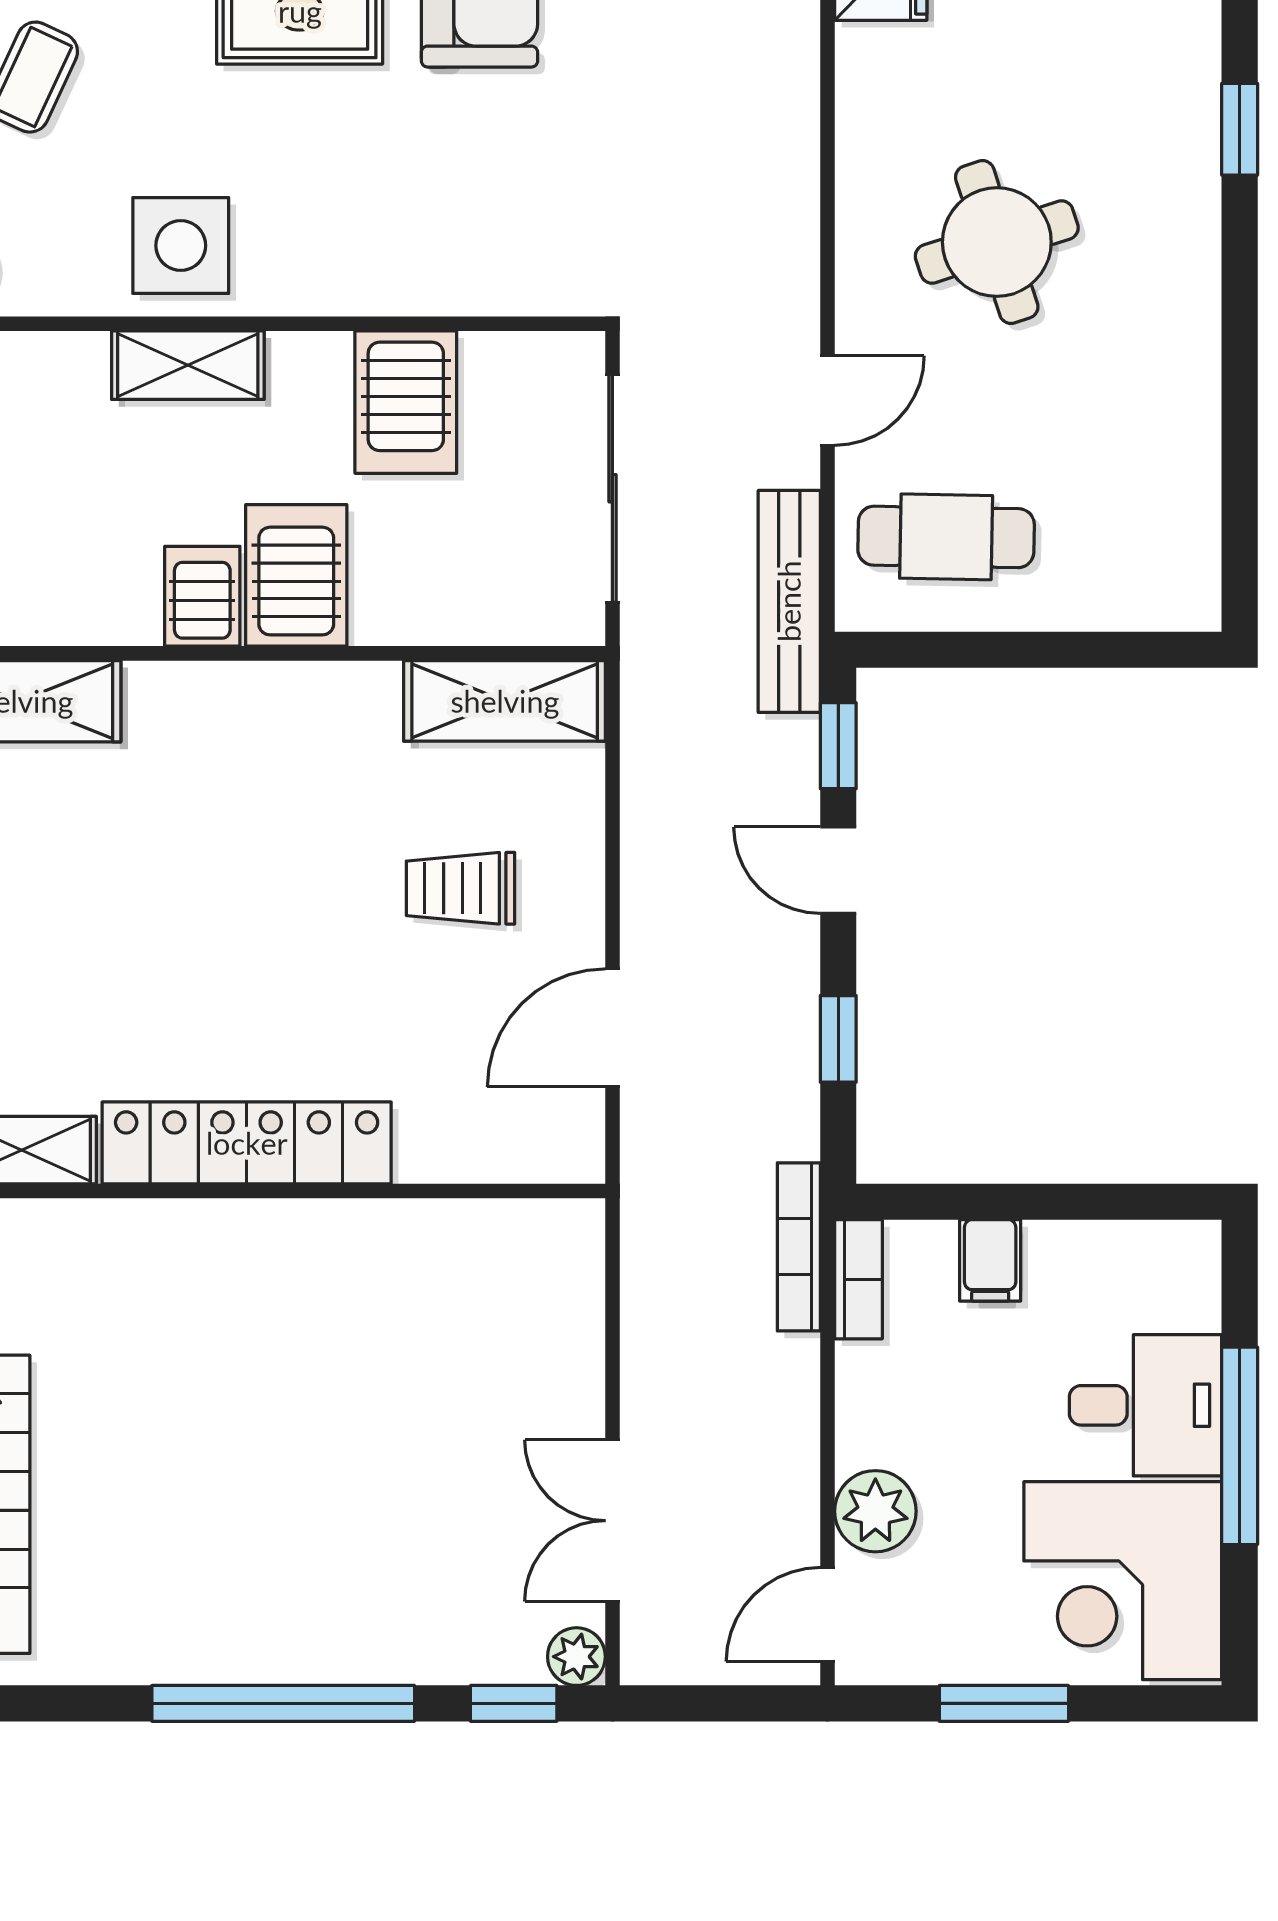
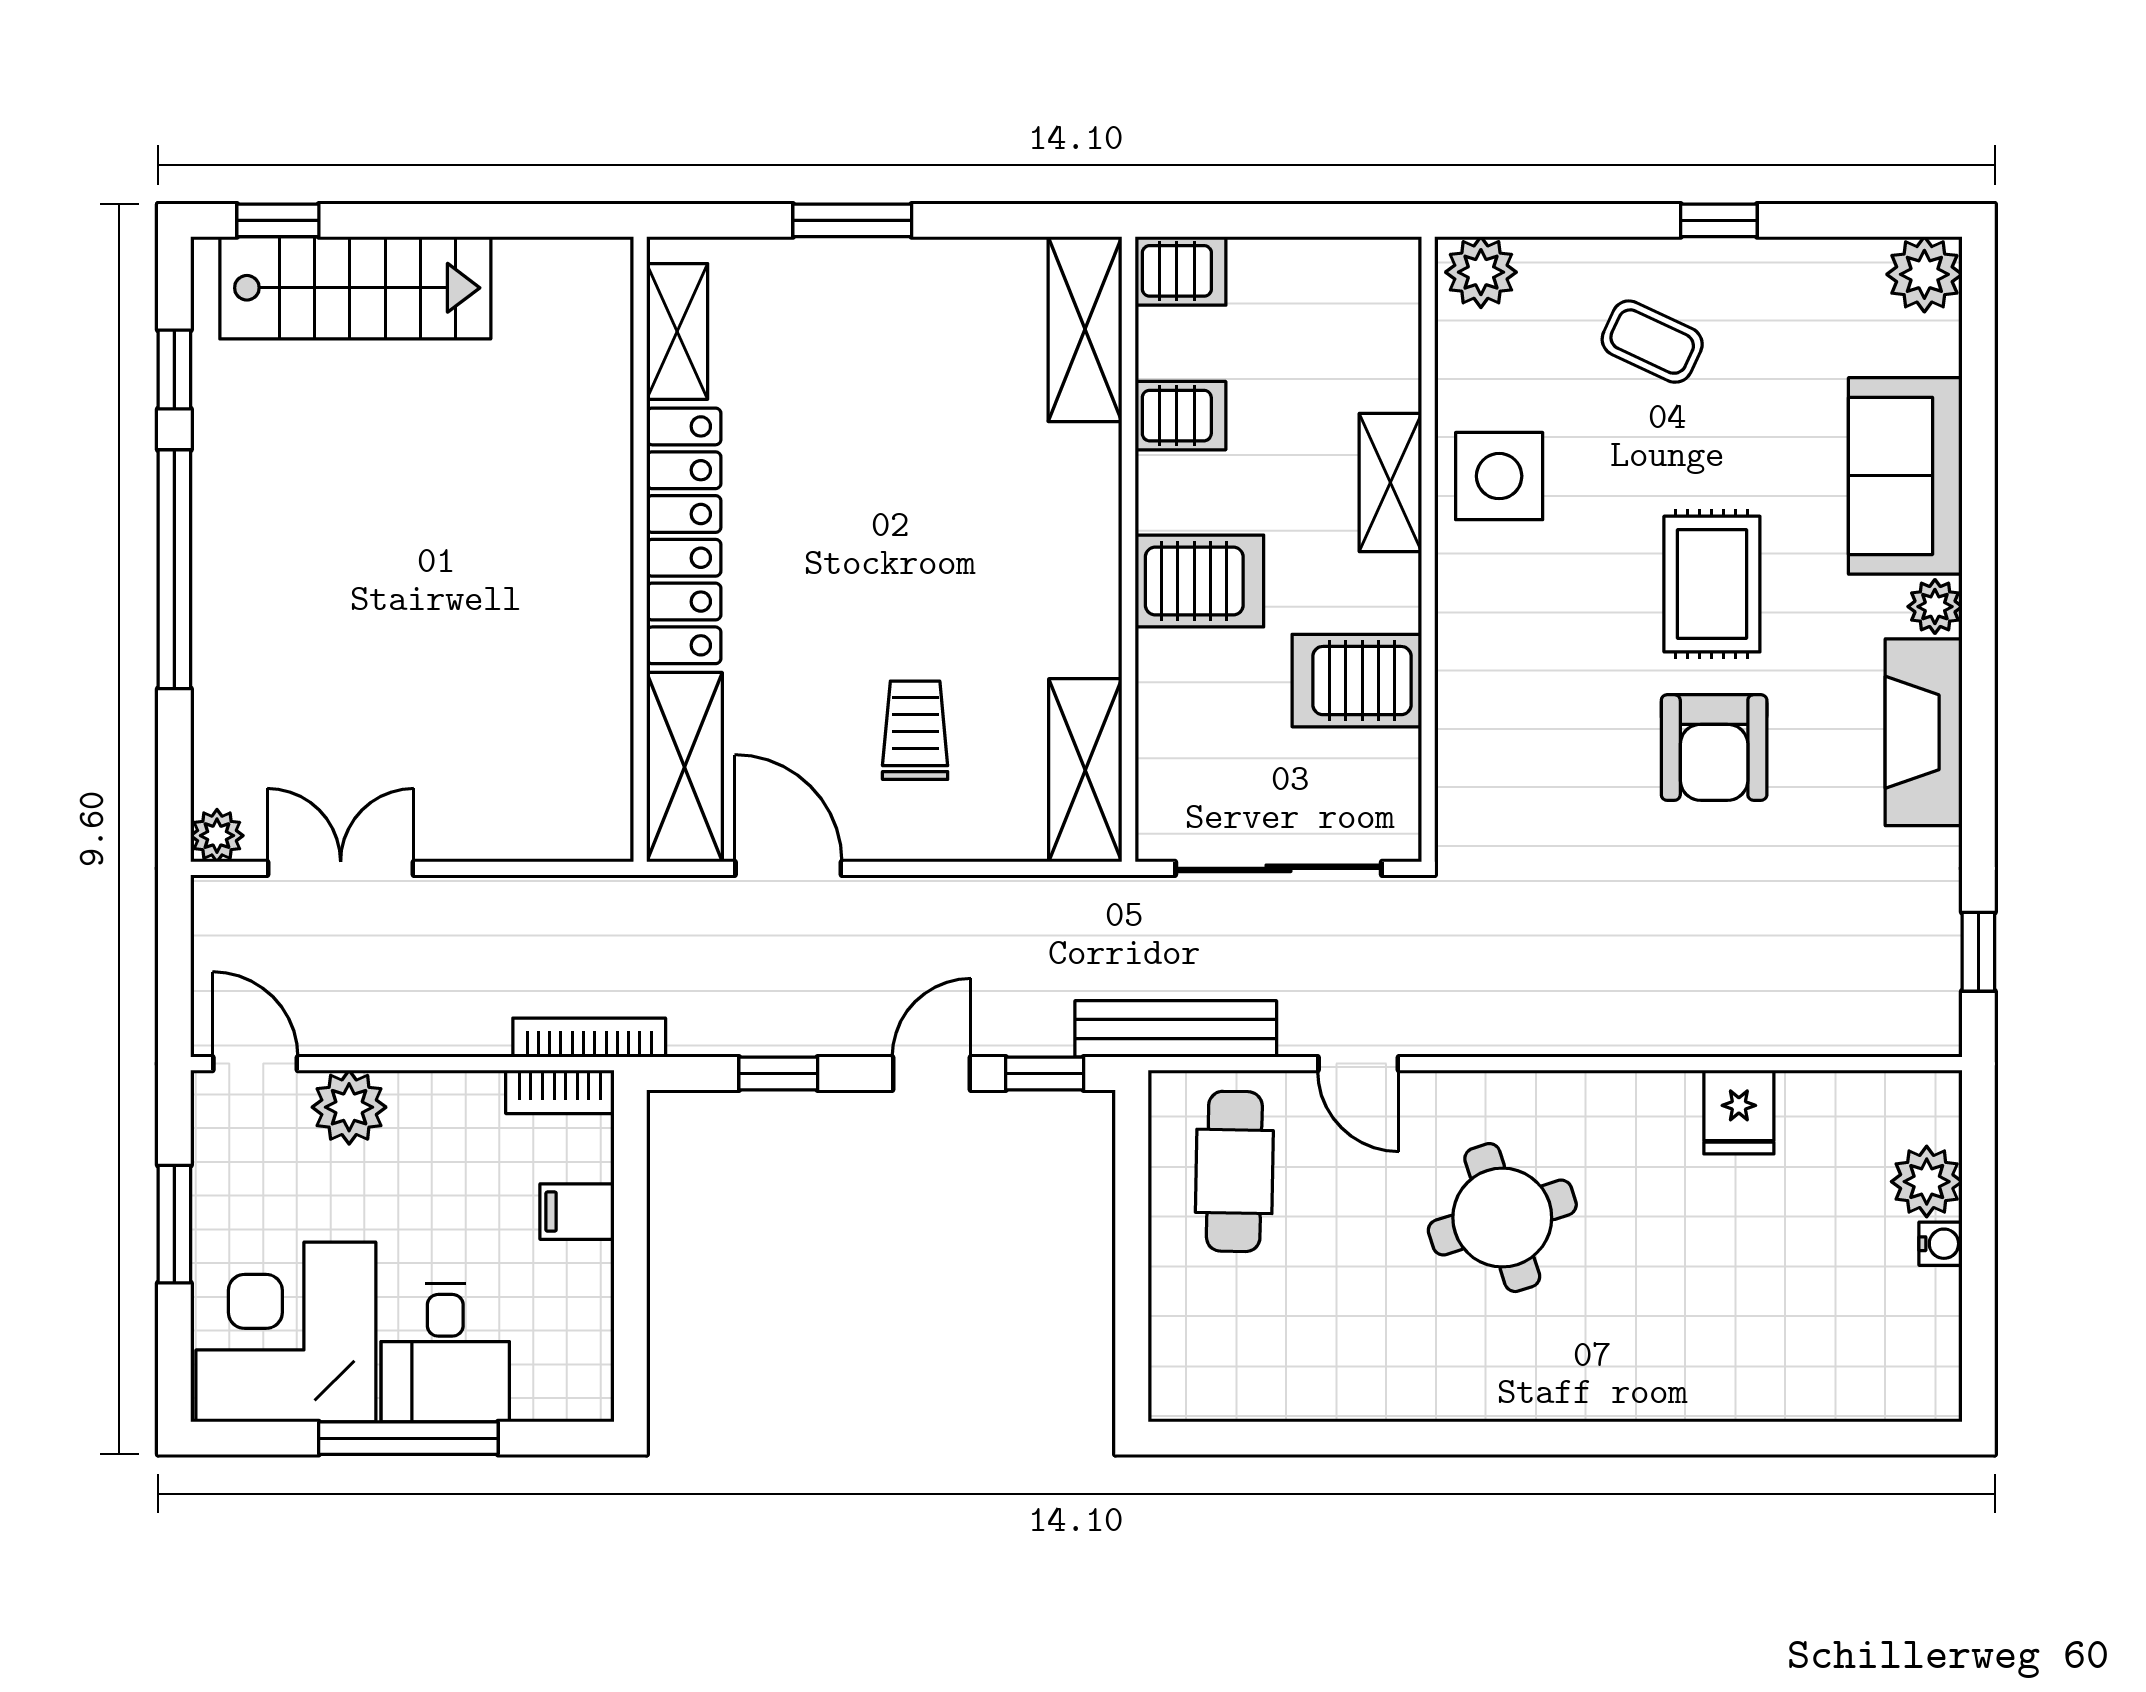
window: (1240, 129) -> (1605, 1438), removed
server rack: (202, 596) -> (1180, 416), moved
shelving: (501, 1142) -> (684, 767), added
window: (514, 1703) -> (174, 370), moved

